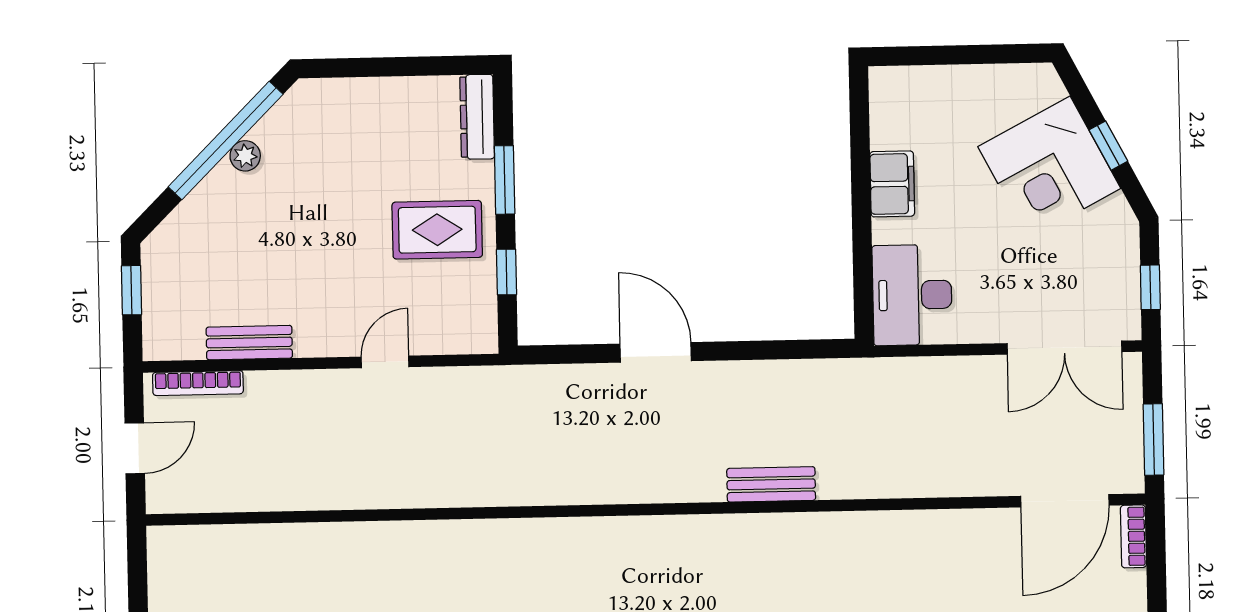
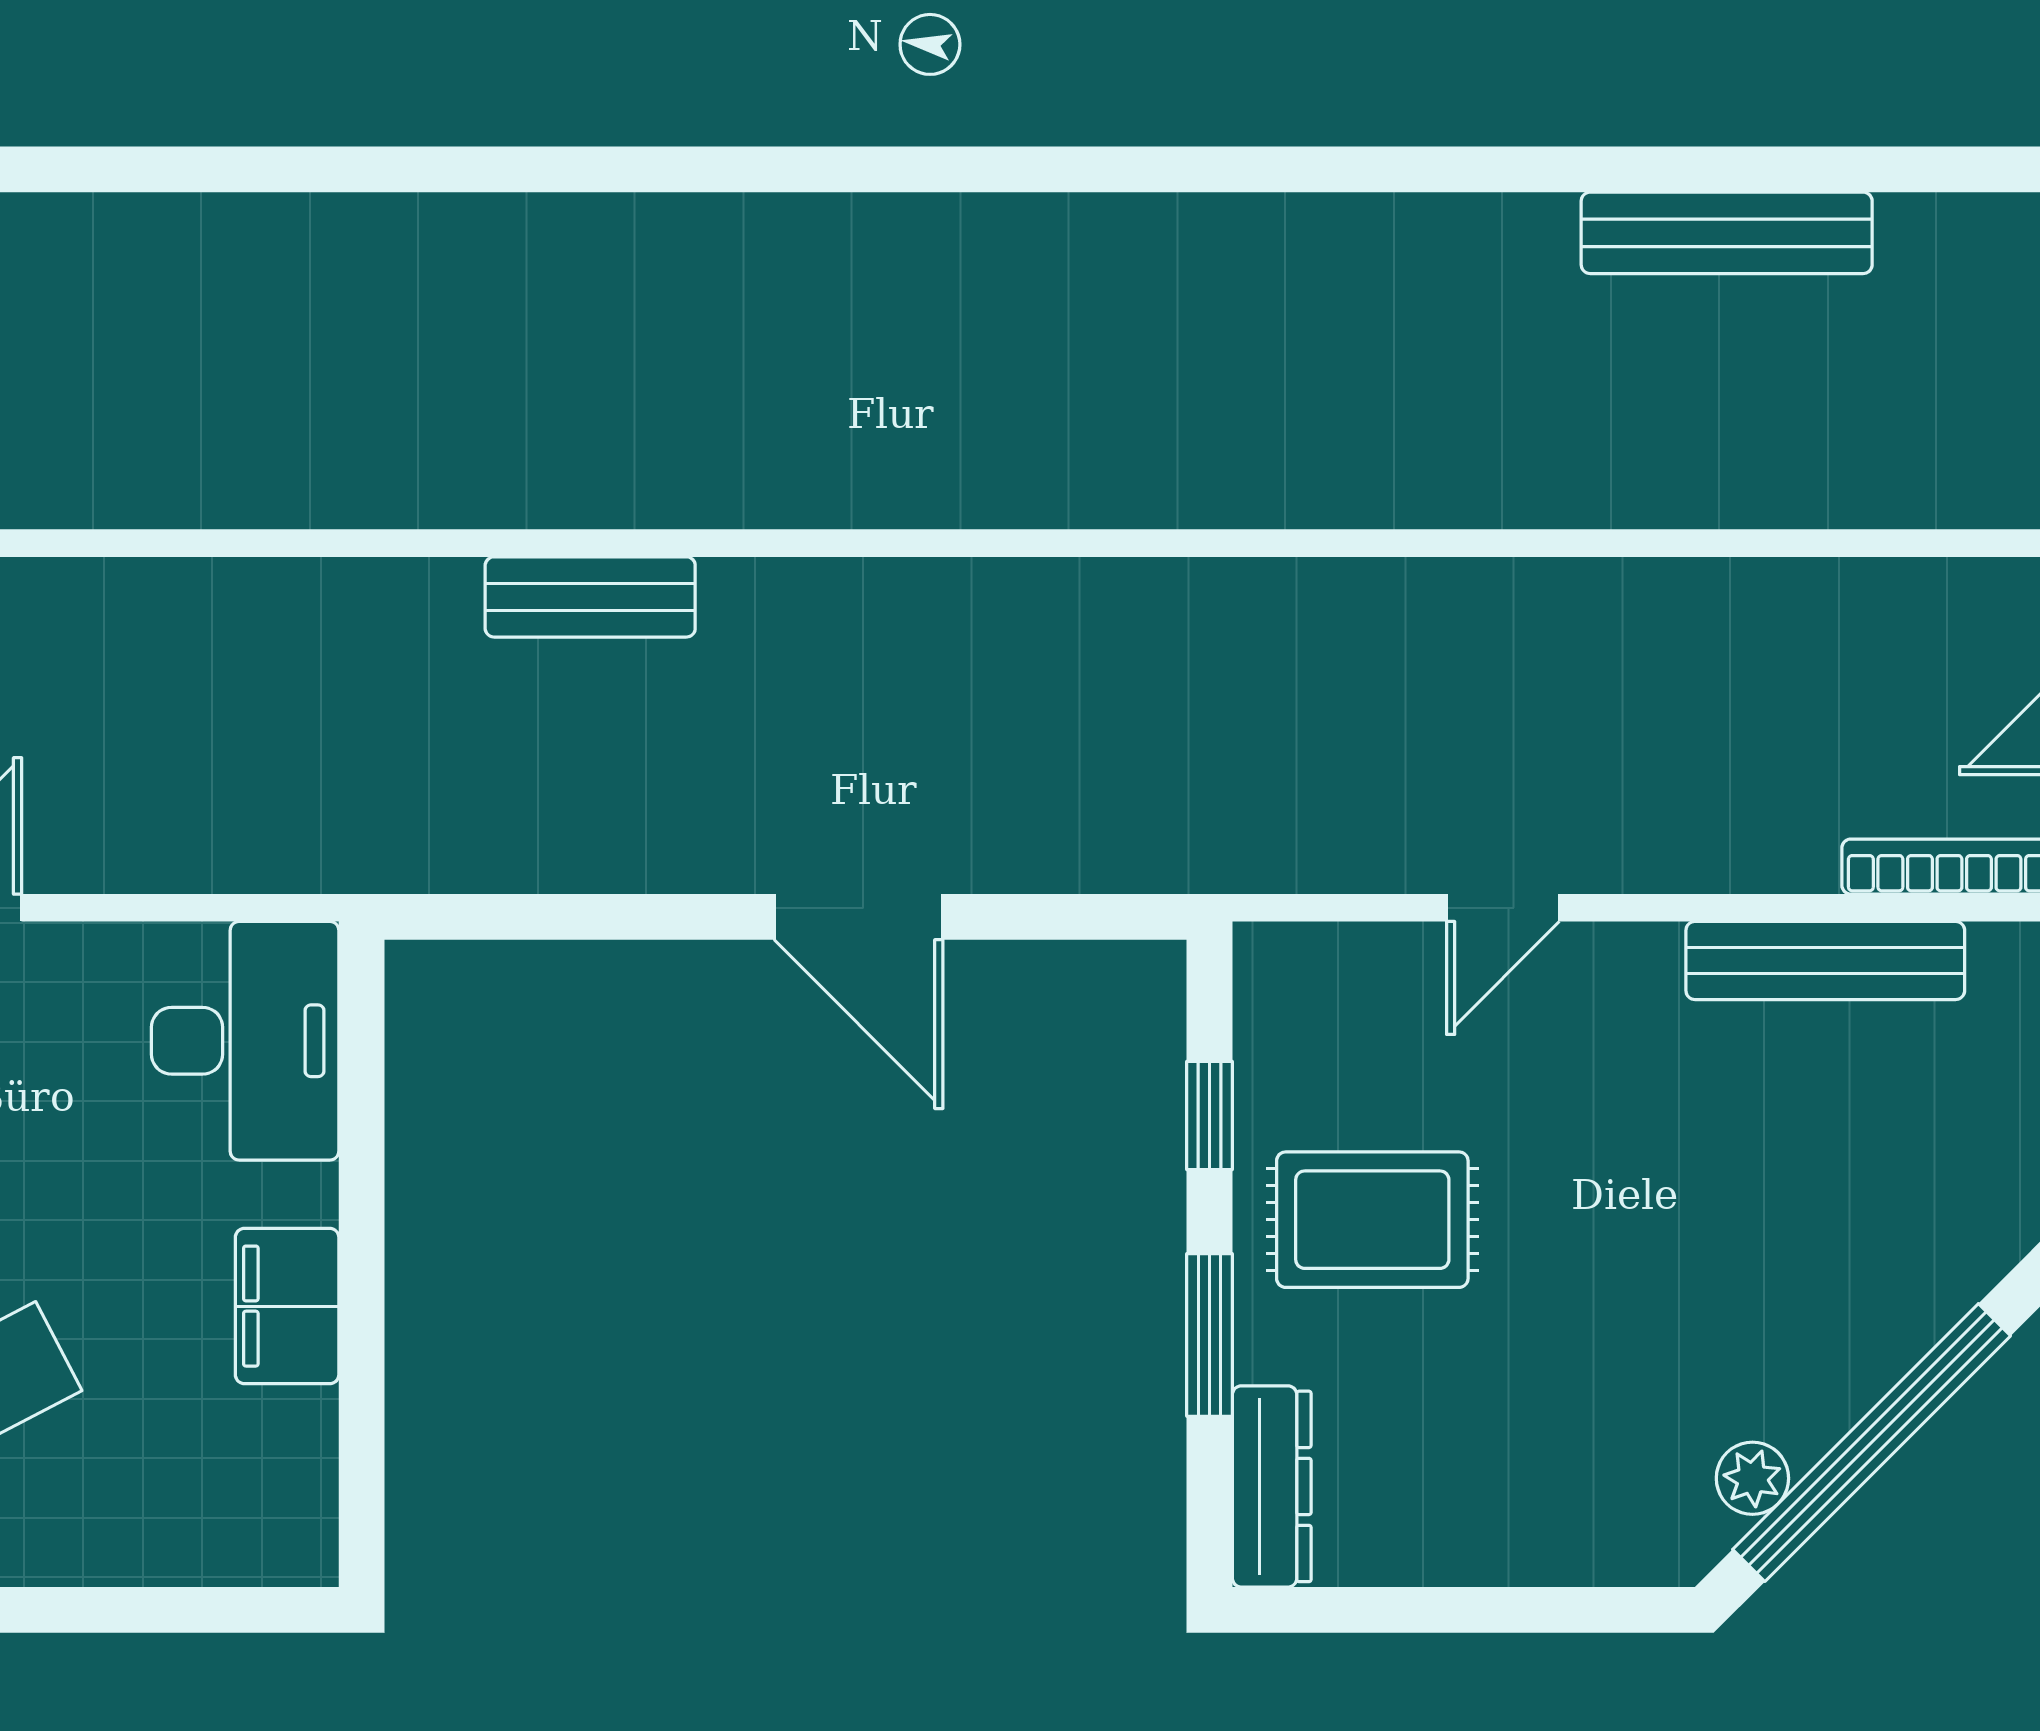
plant: (245, 156) -> (1752, 1478), moved
bench: (249, 343) -> (1825, 960), width x1.36

